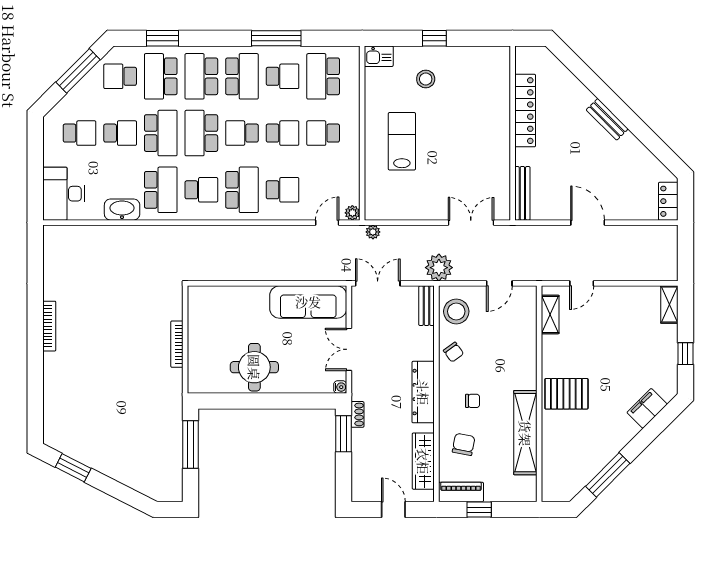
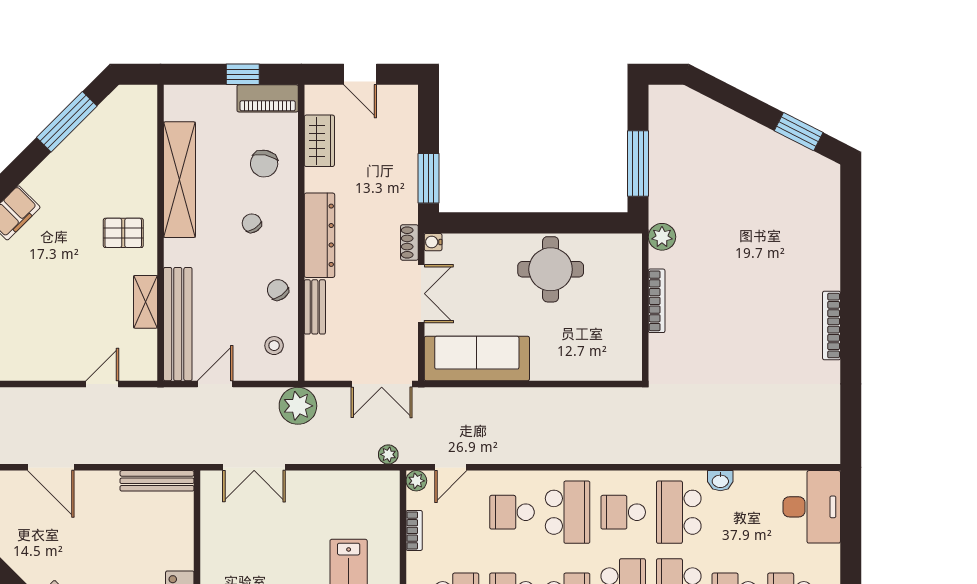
bookcase: (354, 176) -> (414, 530), added
school desk: (242, 190) -> (568, 512), turned 180
bench: (522, 193) -> (157, 481), moved, turned 90
washbasin: (122, 210) -> (720, 481), width x0.52, depth x0.69
door: (588, 223) -> (51, 467), moved
bench: (427, 306) -> (315, 307), moved
stool: (456, 311) -> (274, 346), width x0.53, depth x0.53
shelving: (550, 314) -> (145, 302), moved
bench: (527, 327) -> (178, 324), added
plant: (173, 391) -> (662, 237), added
pallet: (566, 394) -> (123, 233), width x0.67, depth x0.71
chair: (473, 401) -> (252, 223), turned 58
shoe rack: (357, 414) -> (409, 242), moved
wardrobe: (423, 461) -> (319, 141), width x0.67

